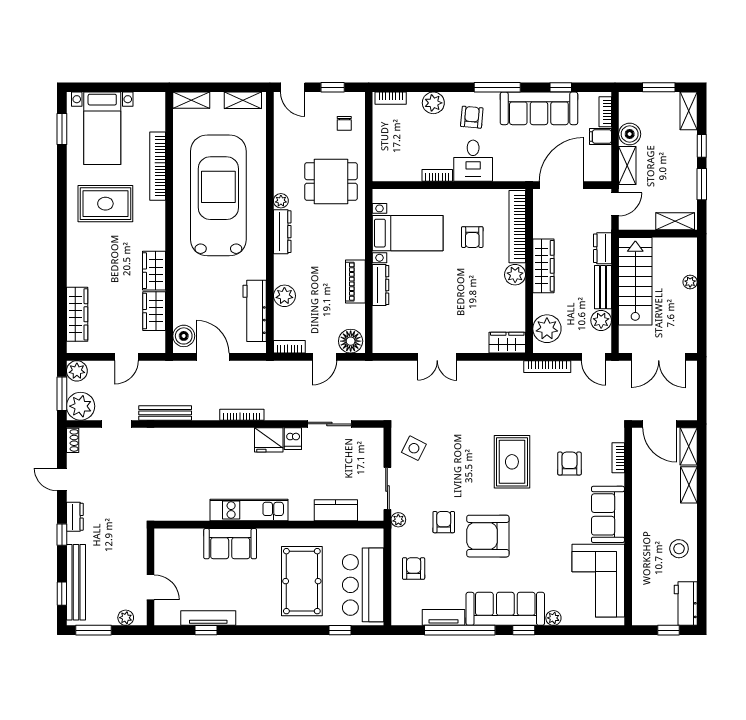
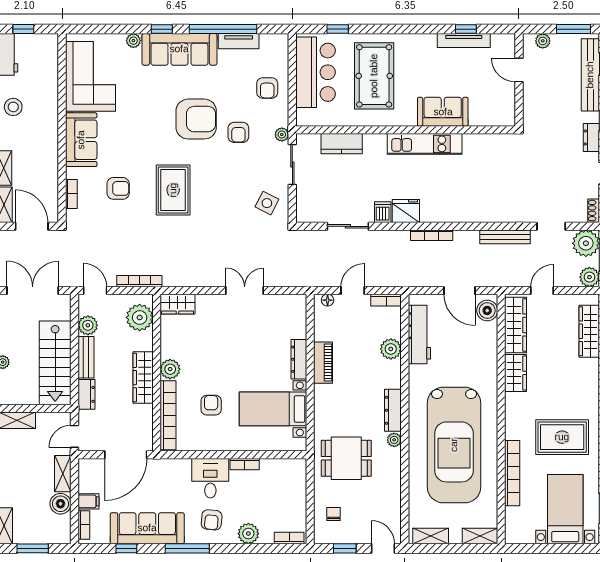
wardrobe: (154, 311) -> (515, 325), width x1.50
floor lamp: (351, 341) -> (328, 300), width x0.53, depth x0.53
armchair: (569, 464) -> (118, 188), turned -90

